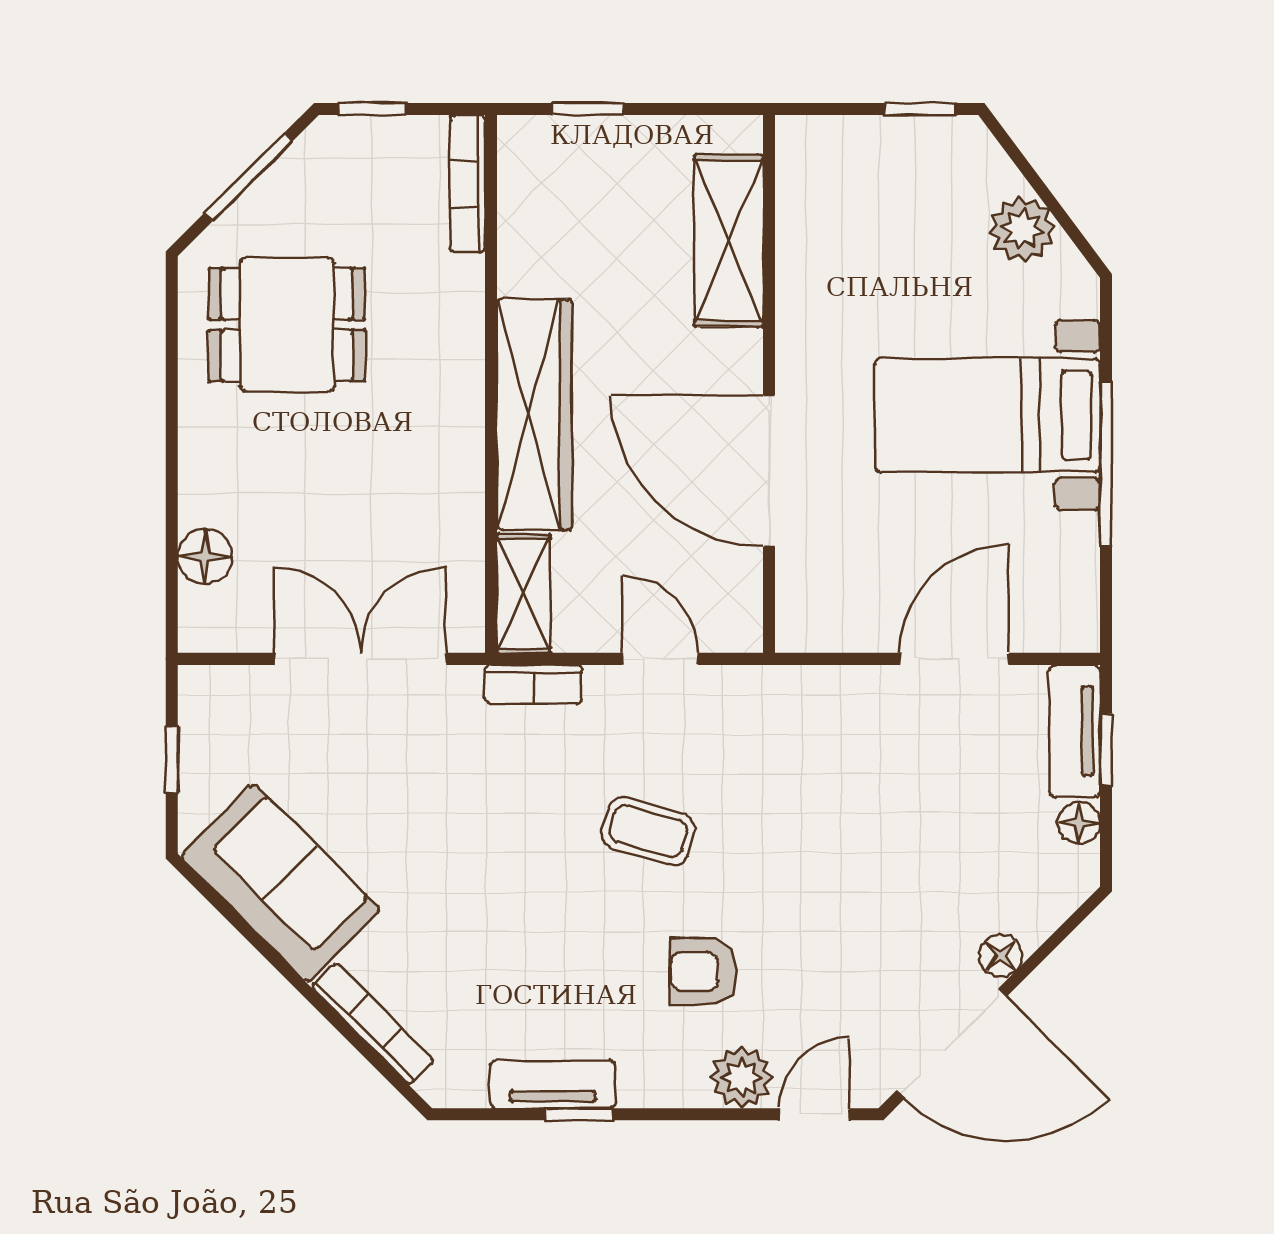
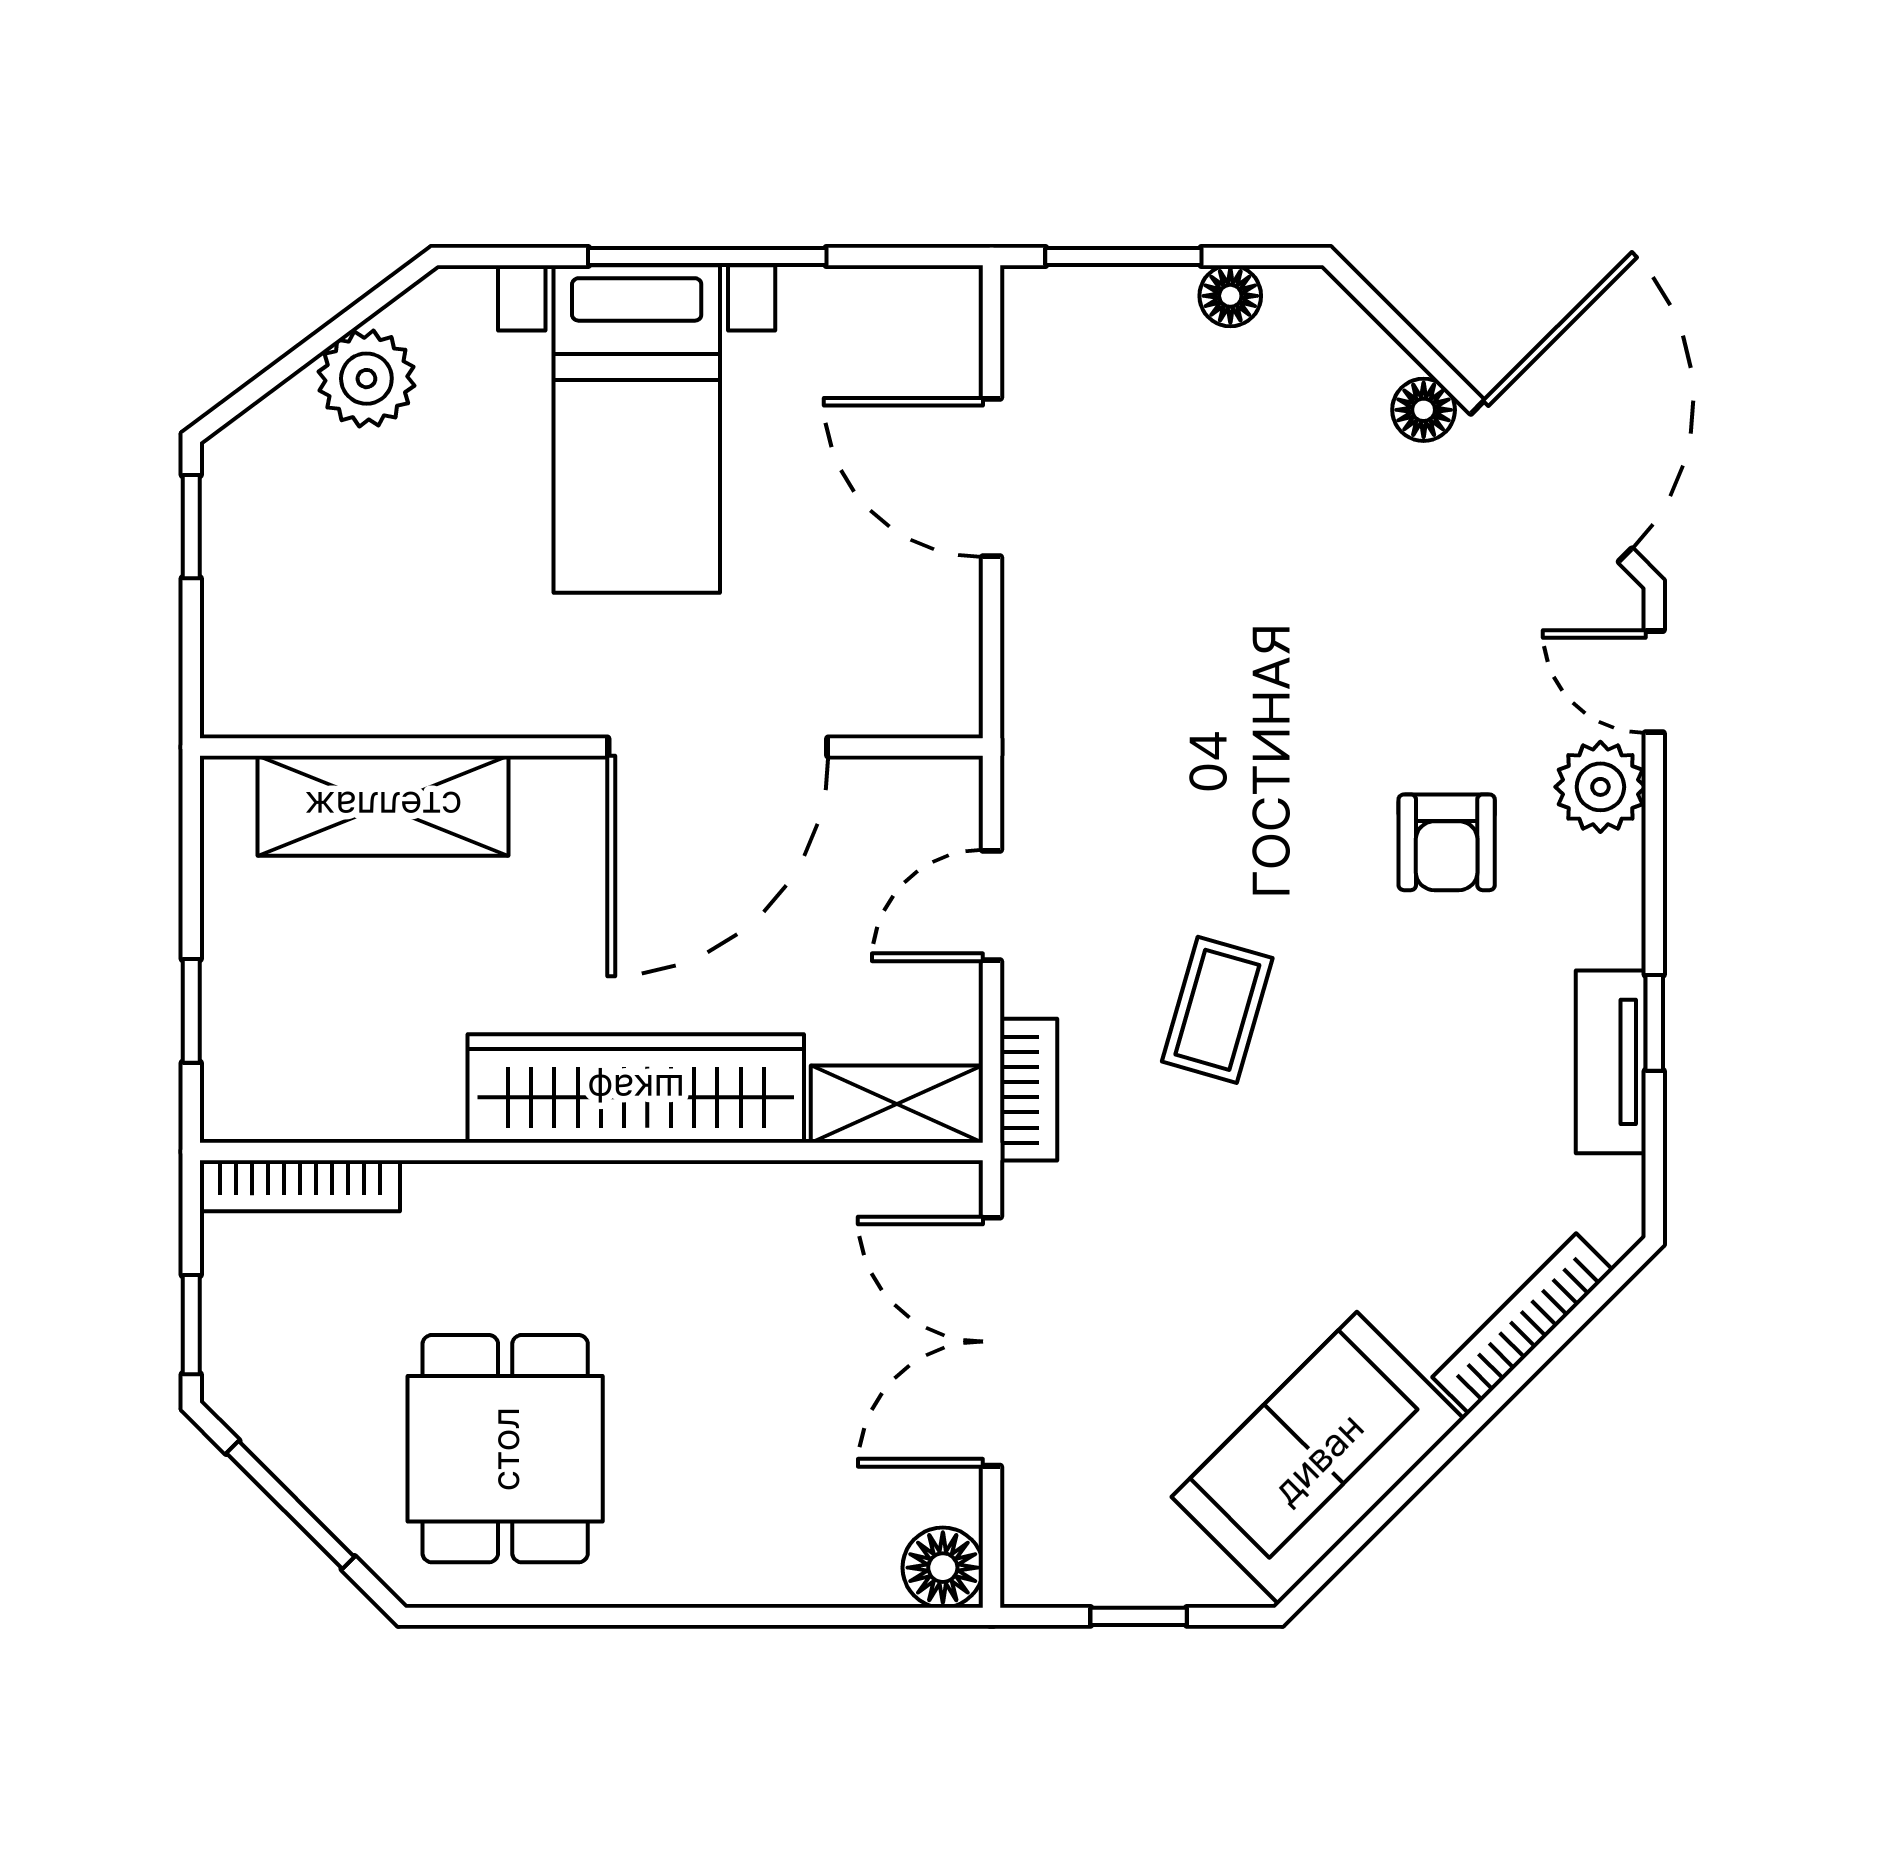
floor lamp: (205, 556) -> (943, 1568), moved
tv unit: (1075, 731) -> (1096, 302), removed
window: (1106, 749) -> (1123, 256), width x1.50
coffee table: (648, 831) -> (1217, 1010), moved

